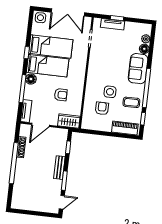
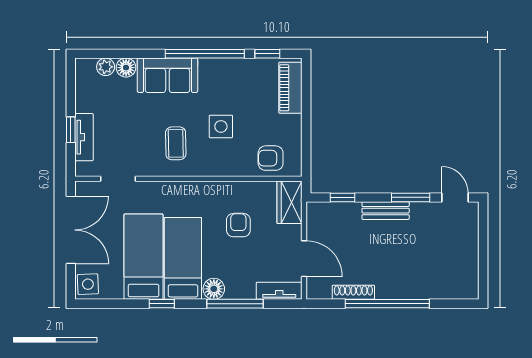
coffee table: (131, 102) -> (176, 143), moved
armchair: (102, 108) -> (271, 158), moved

